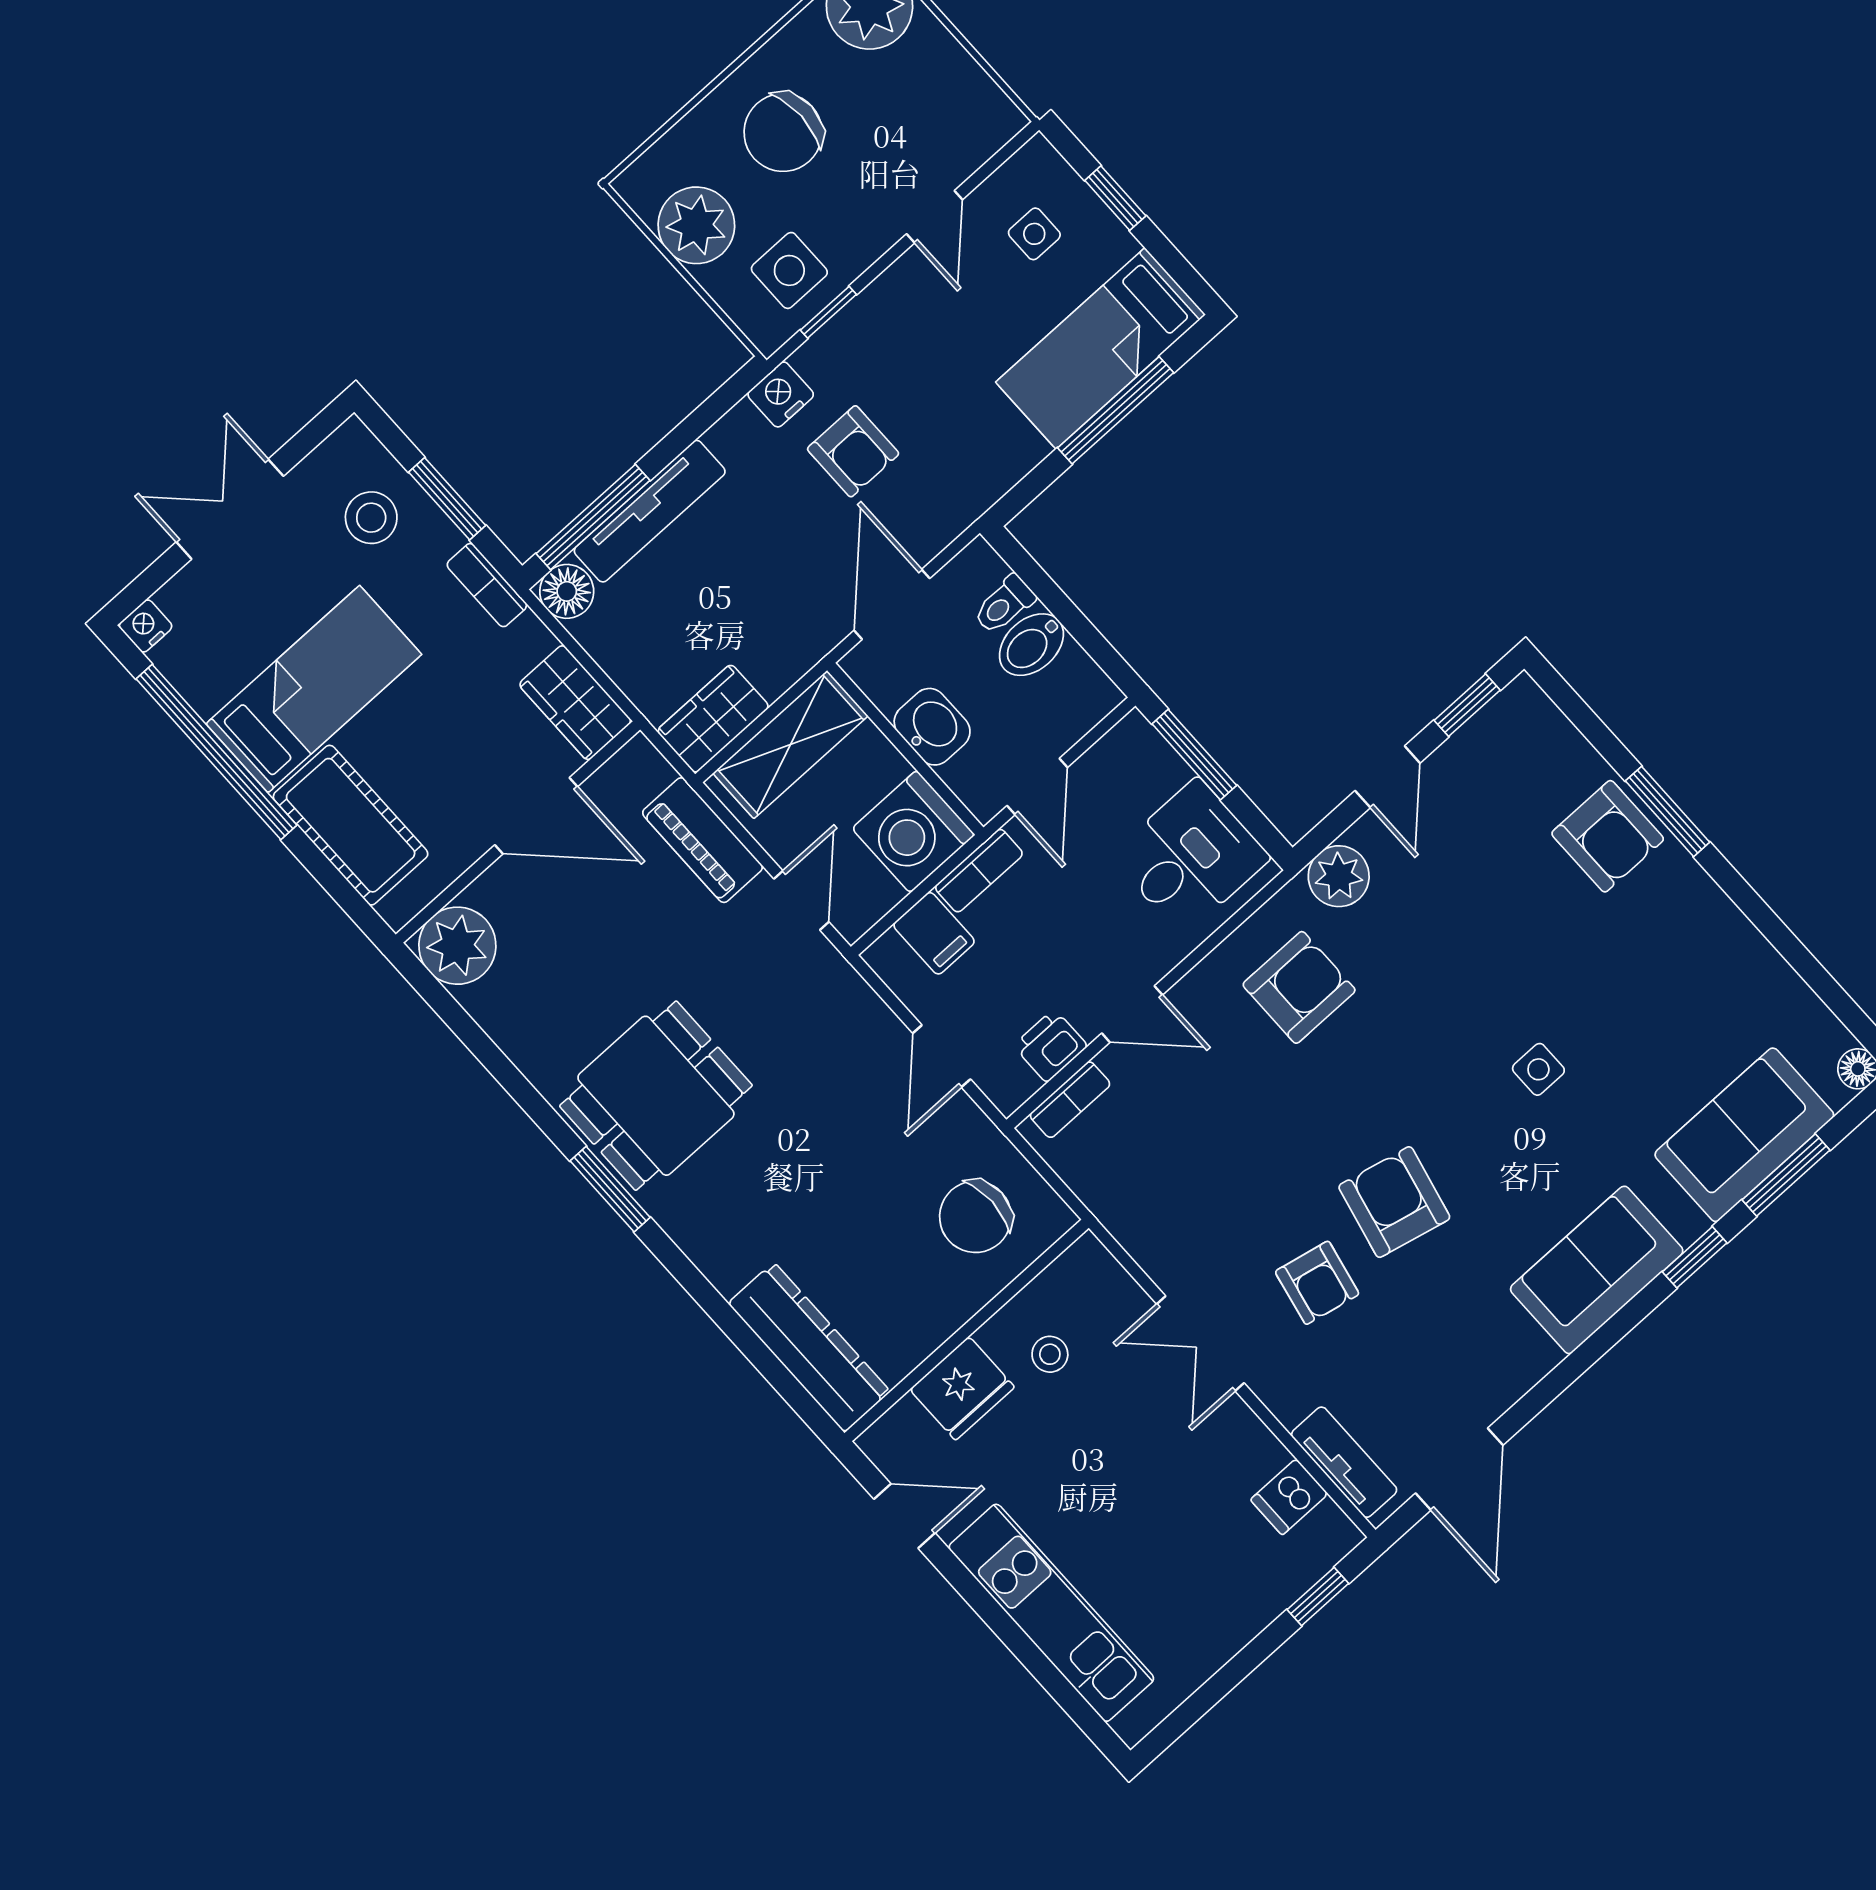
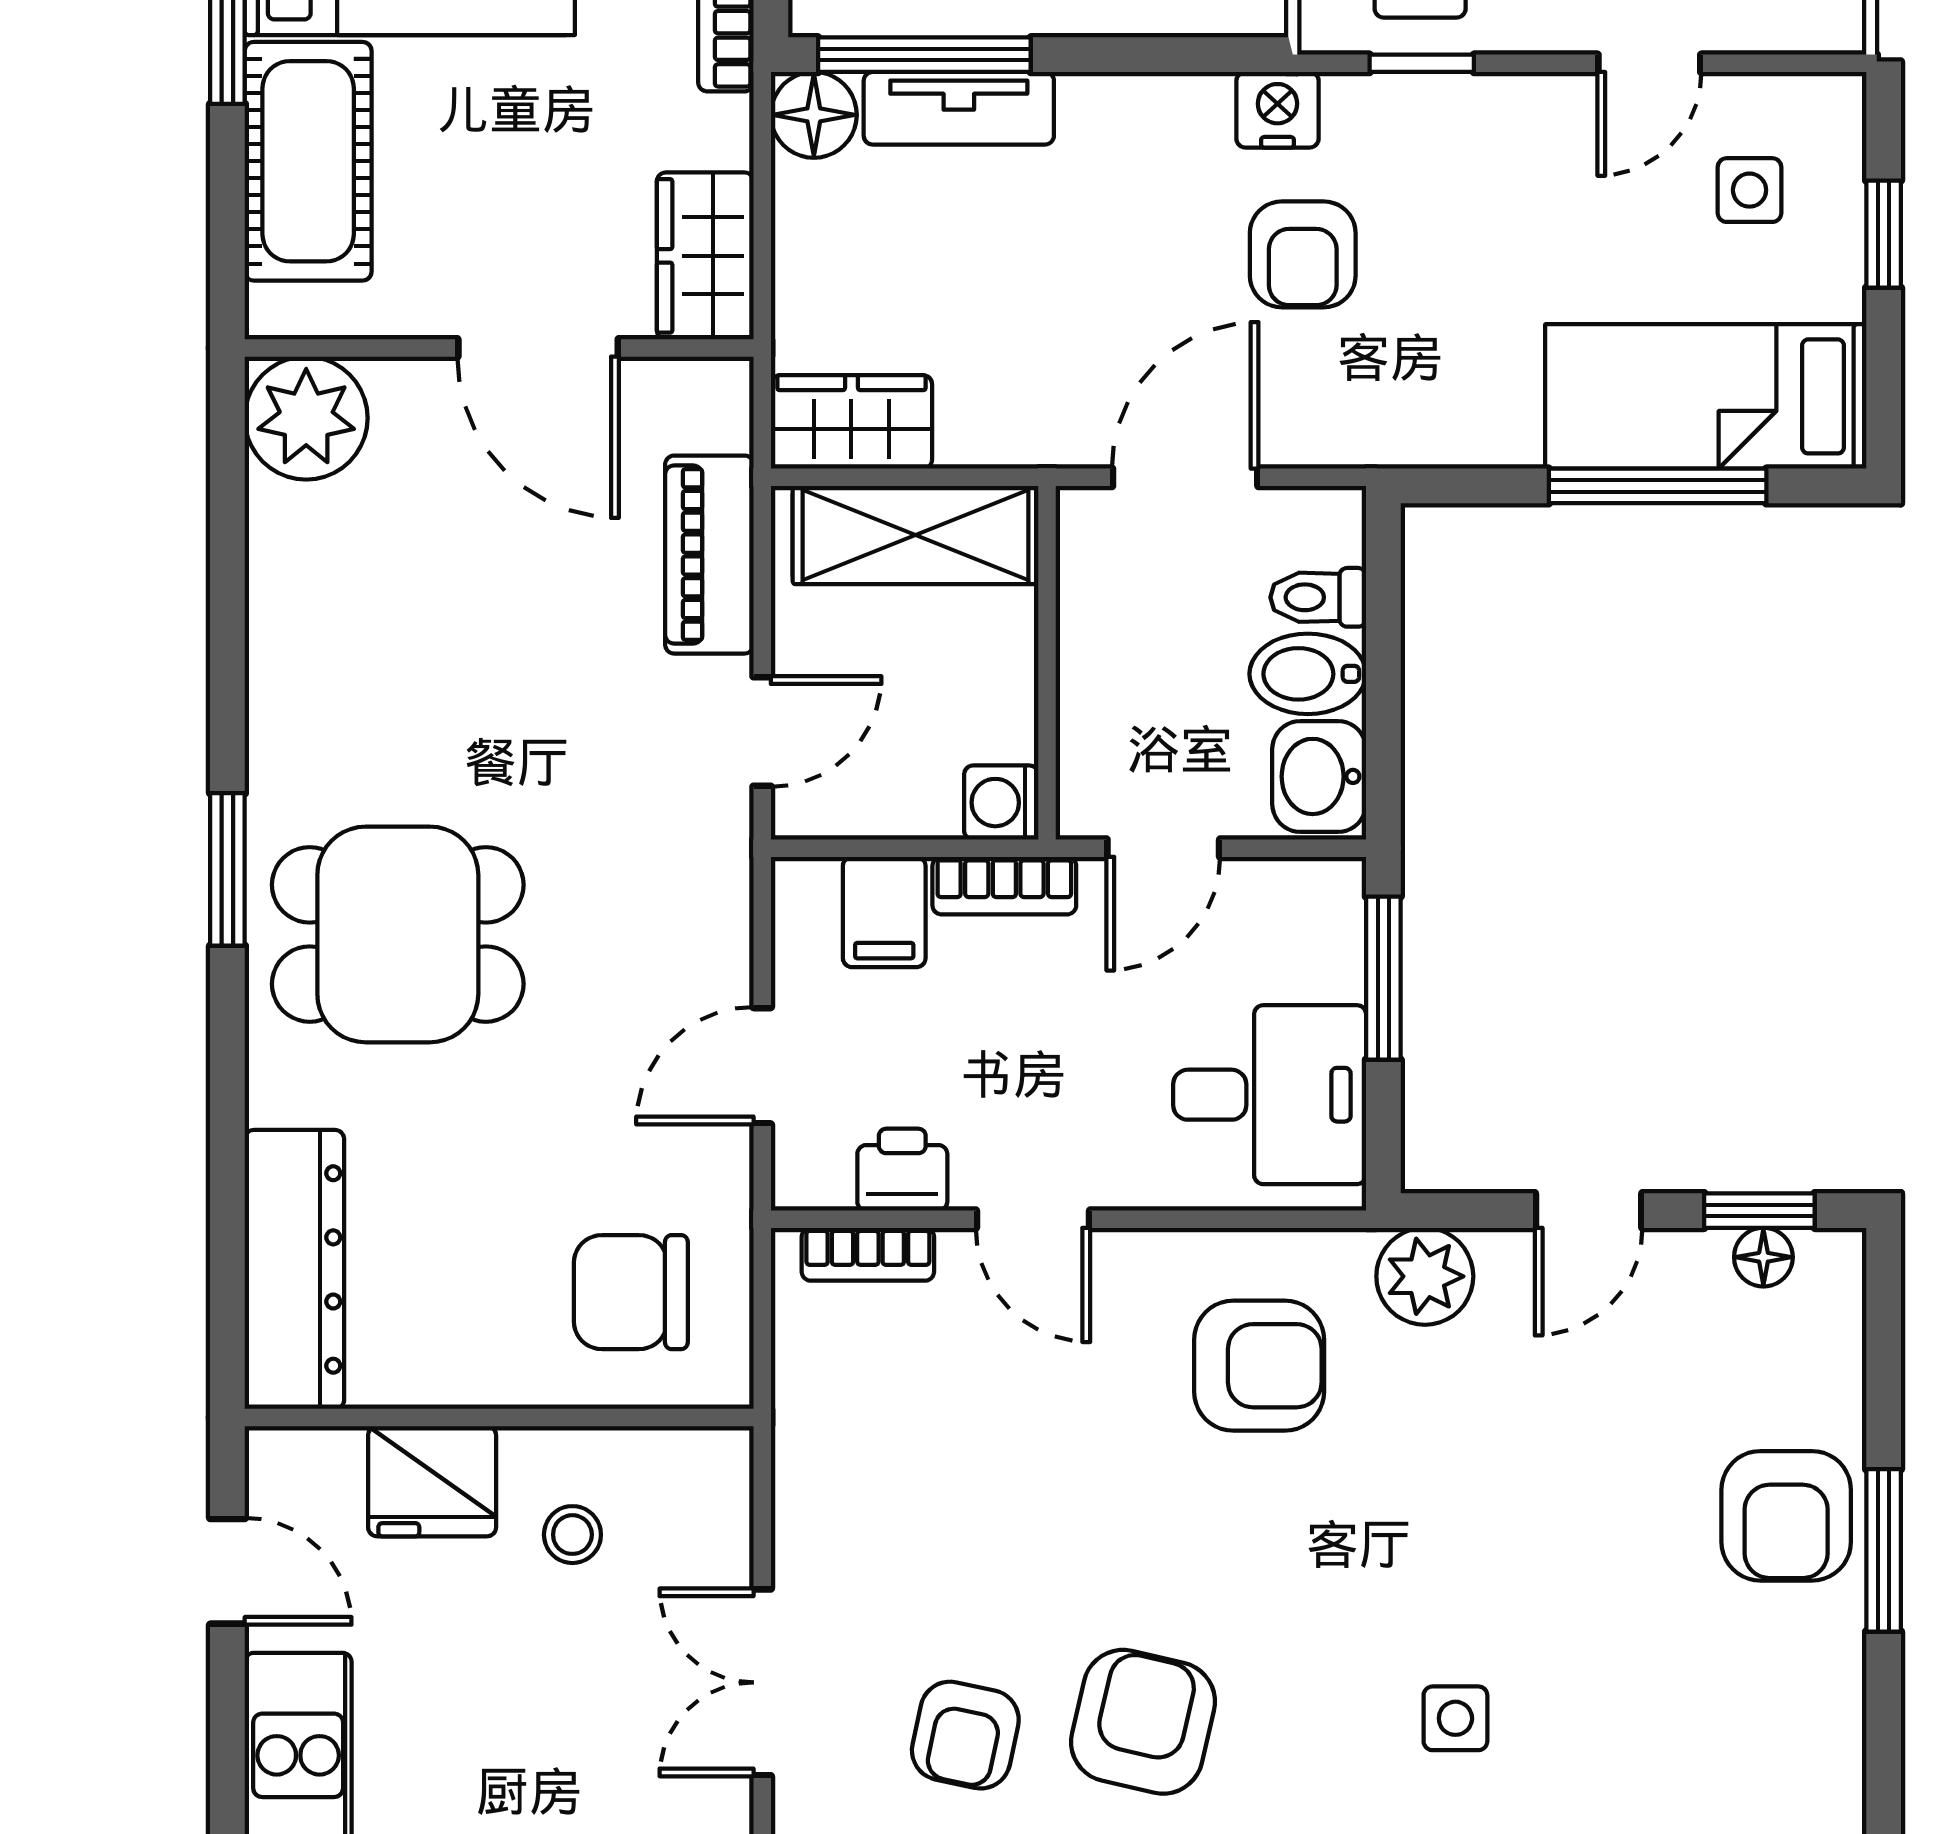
tv unit: (650, 511) -> (959, 108), width x0.71
floor lamp: (1488, 725) -> (1763, 1257), added
washbasin: (932, 727) -> (1319, 776), moved, turned 180
washing machine: (913, 832) -> (1001, 803), width x0.53, depth x0.53
dining table: (656, 1096) -> (398, 934), moved

